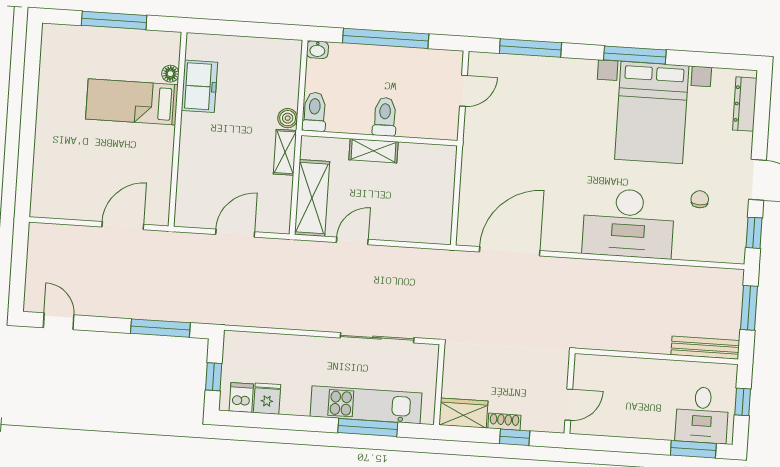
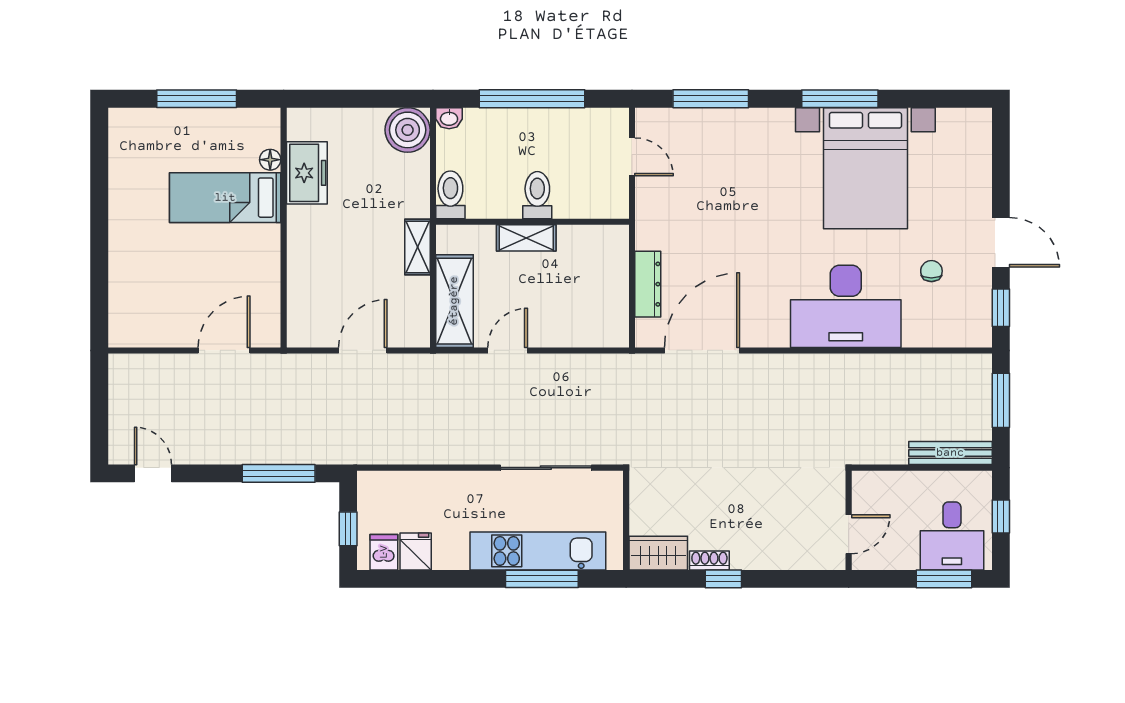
door: (463, 91) -> (632, 157), hinge flipped
dresser: (745, 104) -> (648, 284), moved, turned 180
boiler: (288, 118) -> (408, 130), moved, width x1.86, depth x1.86
wall: (570, 393) -> (849, 520), moved
door: (569, 405) -> (849, 534), moved

